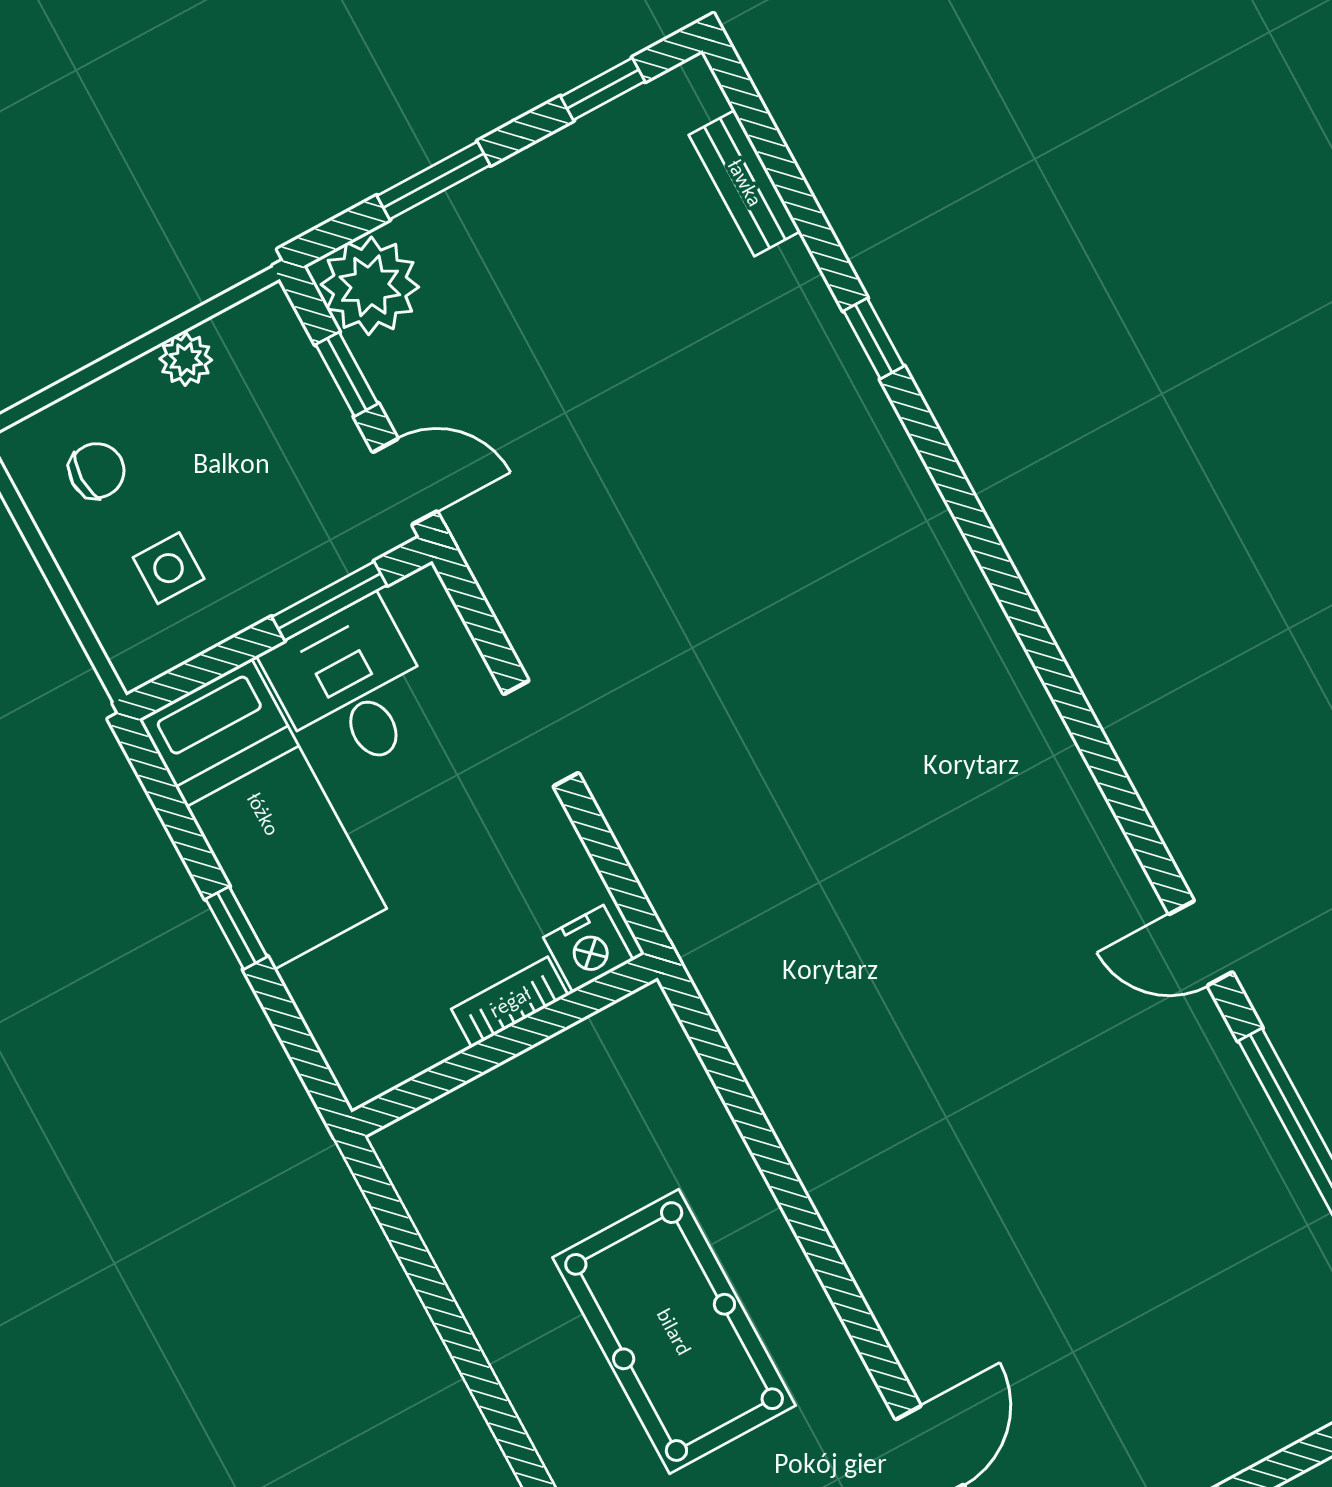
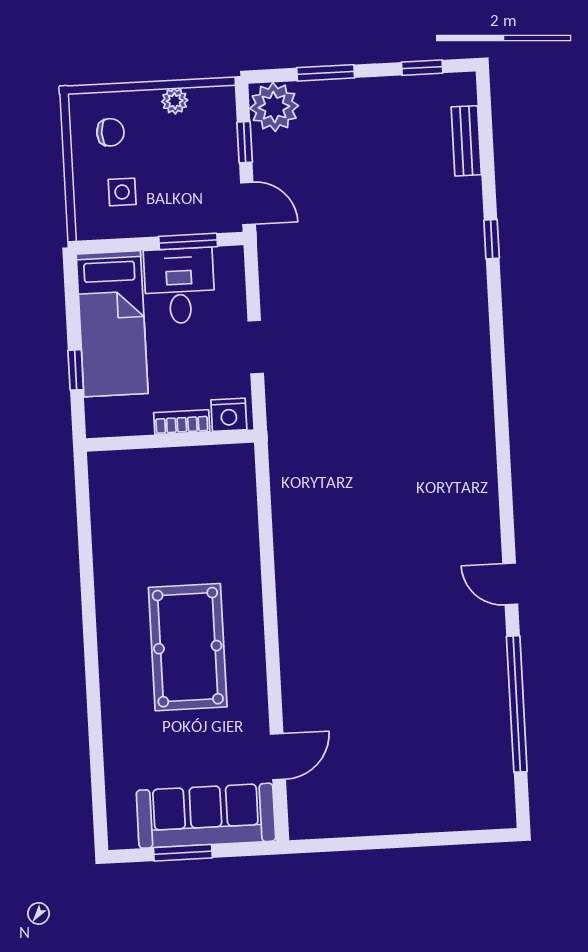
nightstand: (588, 949) -> (229, 415), moved
bookcase: (510, 1002) -> (182, 422), moved
wall: (505, 1045) -> (170, 441), moved

